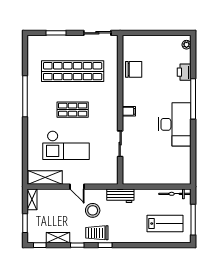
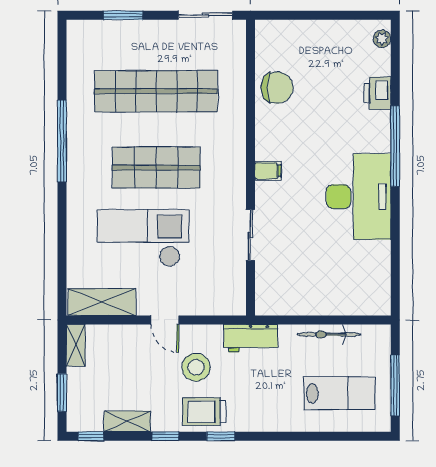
shop shelf: (73, 110) -> (156, 168), width x1.43, depth x1.36
checkout: (66, 145) -> (143, 238), turned 180
bicycle: (175, 194) -> (329, 334), moved

